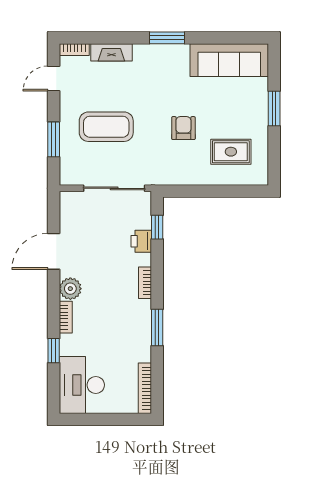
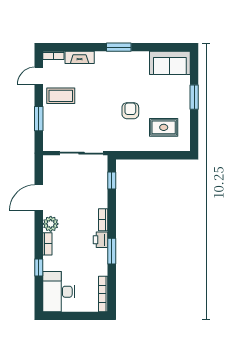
sofa: (229, 60) -> (170, 63), width x0.73
coffee table: (106, 127) -> (61, 96), moved, width x0.73, depth x0.76
printer: (141, 241) -> (101, 240), moved

